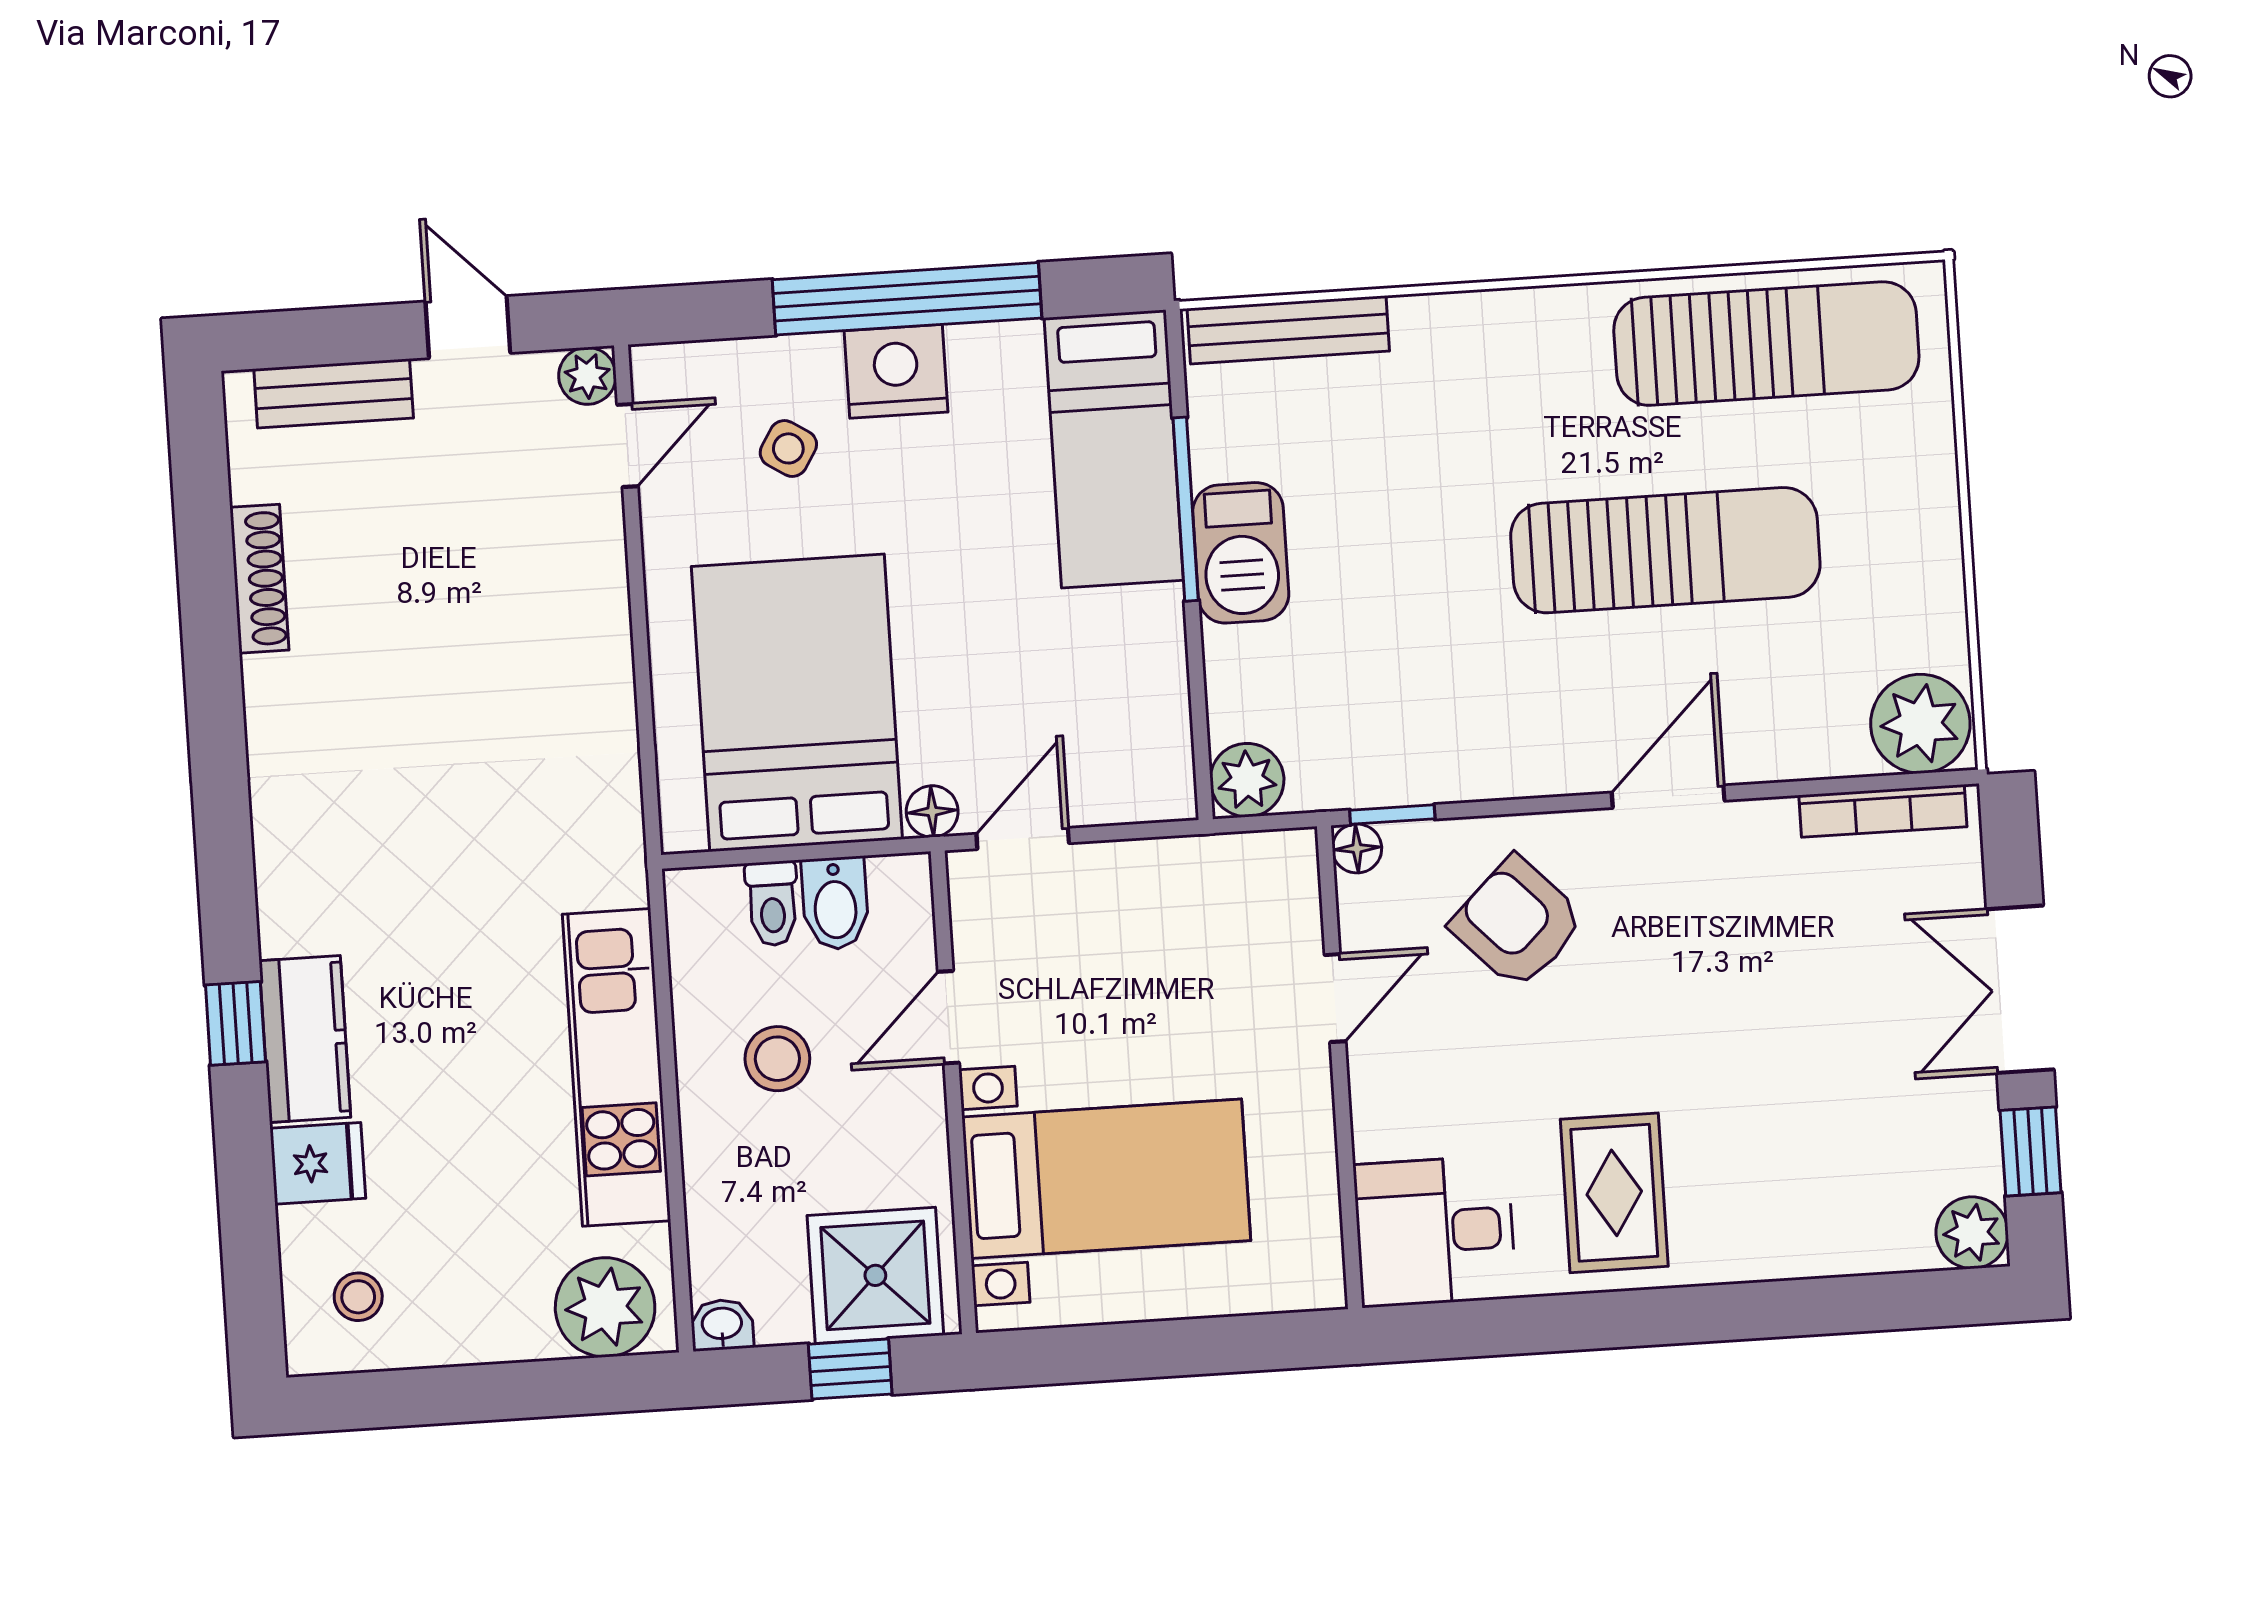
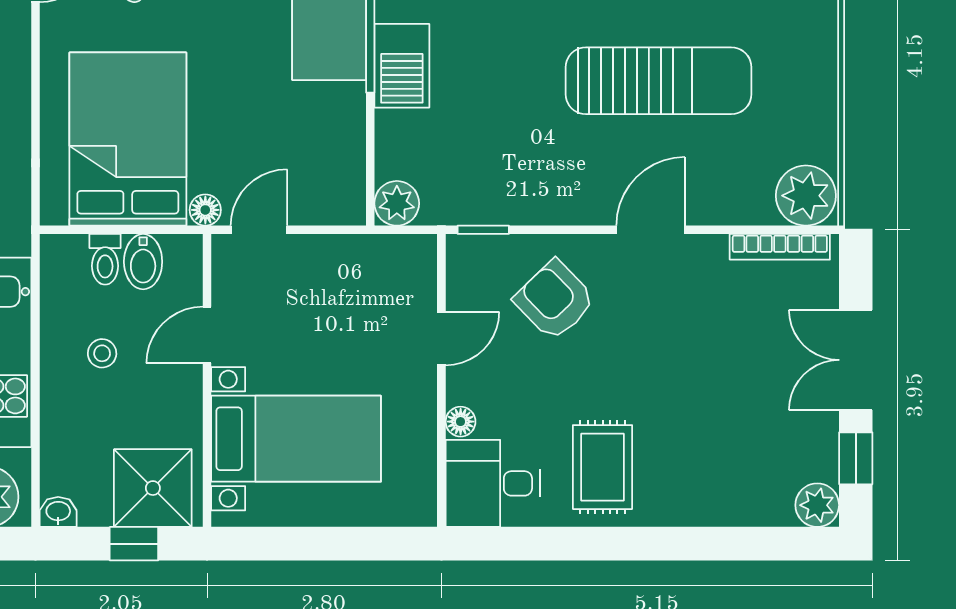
floor lamp: (1357, 848) -> (461, 422), moved
stool: (777, 1059) -> (102, 353), width x0.73, depth x0.73

